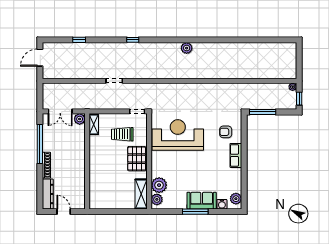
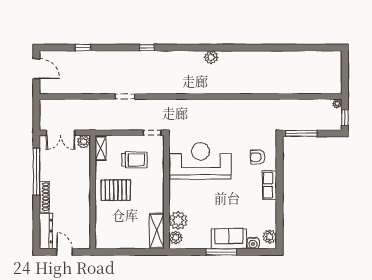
door: (40, 58) -> (36, 69), swing flipped
trolley: (122, 134) -> (135, 160), turned 180
pallet: (137, 159) -> (116, 190), moved, turned 90

